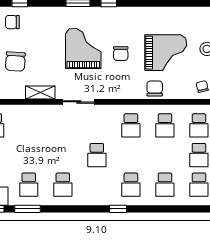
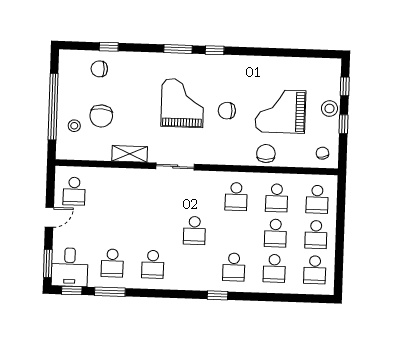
grand piano: (166, 53) -> (280, 111), turned 180
chair: (121, 54) -> (227, 111), turned 90
school desk: (165, 155) -> (275, 233), added

